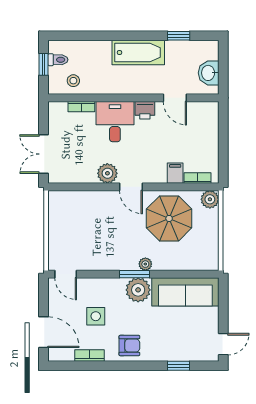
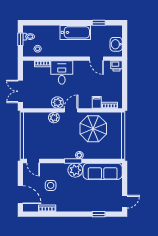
printer: (145, 110) -> (116, 66), moved
door: (131, 187) -> (71, 110), swing flipped
plant: (210, 199) -> (54, 118), moved
armchair: (129, 346) -> (70, 202), removed

